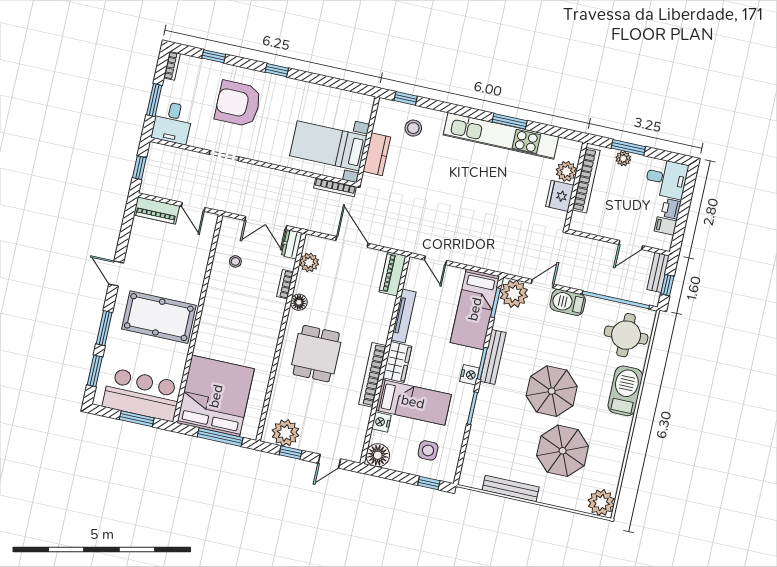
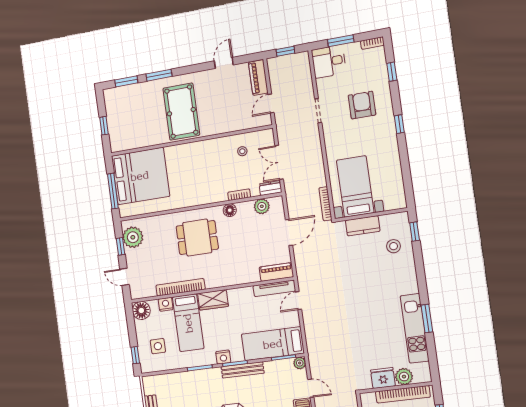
armchair: (238, 104) -> (362, 105), width x0.73, depth x0.73
kitchen unit: (501, 136) -> (415, 328), width x0.73
door: (116, 274) -> (224, 63), moved
plant: (514, 294) -> (300, 363), width x0.53, depth x0.53
tv unit: (404, 316) -> (274, 288), moved
bookcase: (372, 375) -> (180, 287), moved
bar counter: (142, 395) -> (122, 122), removed
window: (137, 419) -> (104, 126), width x0.67

